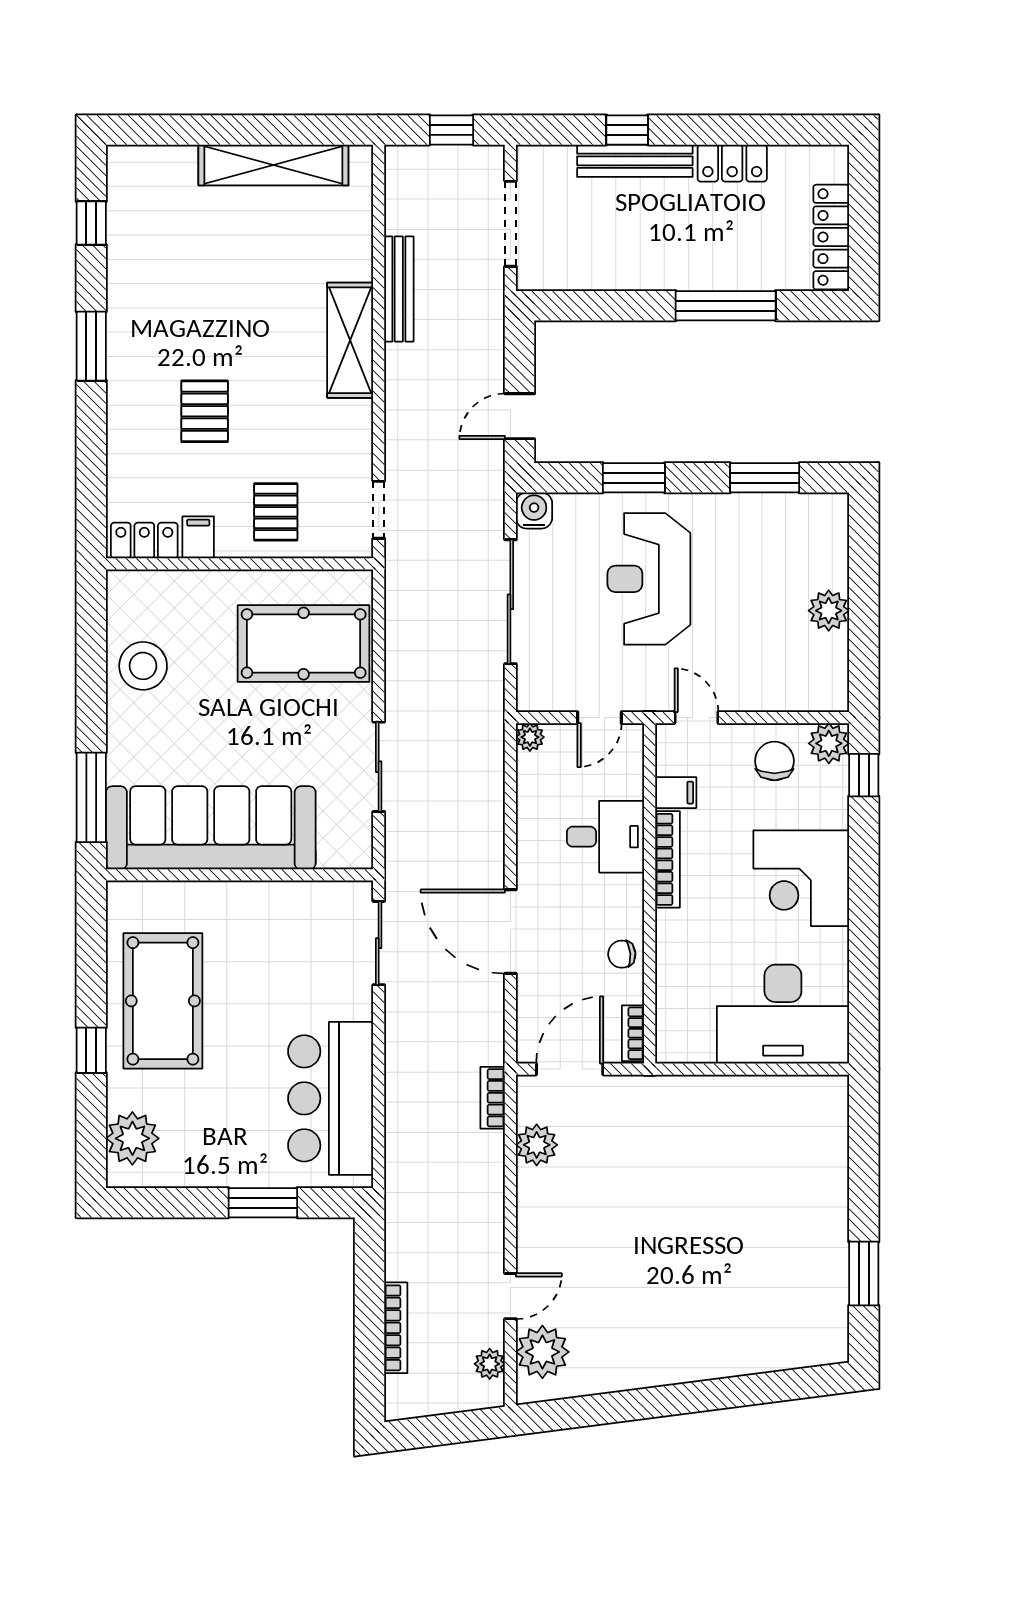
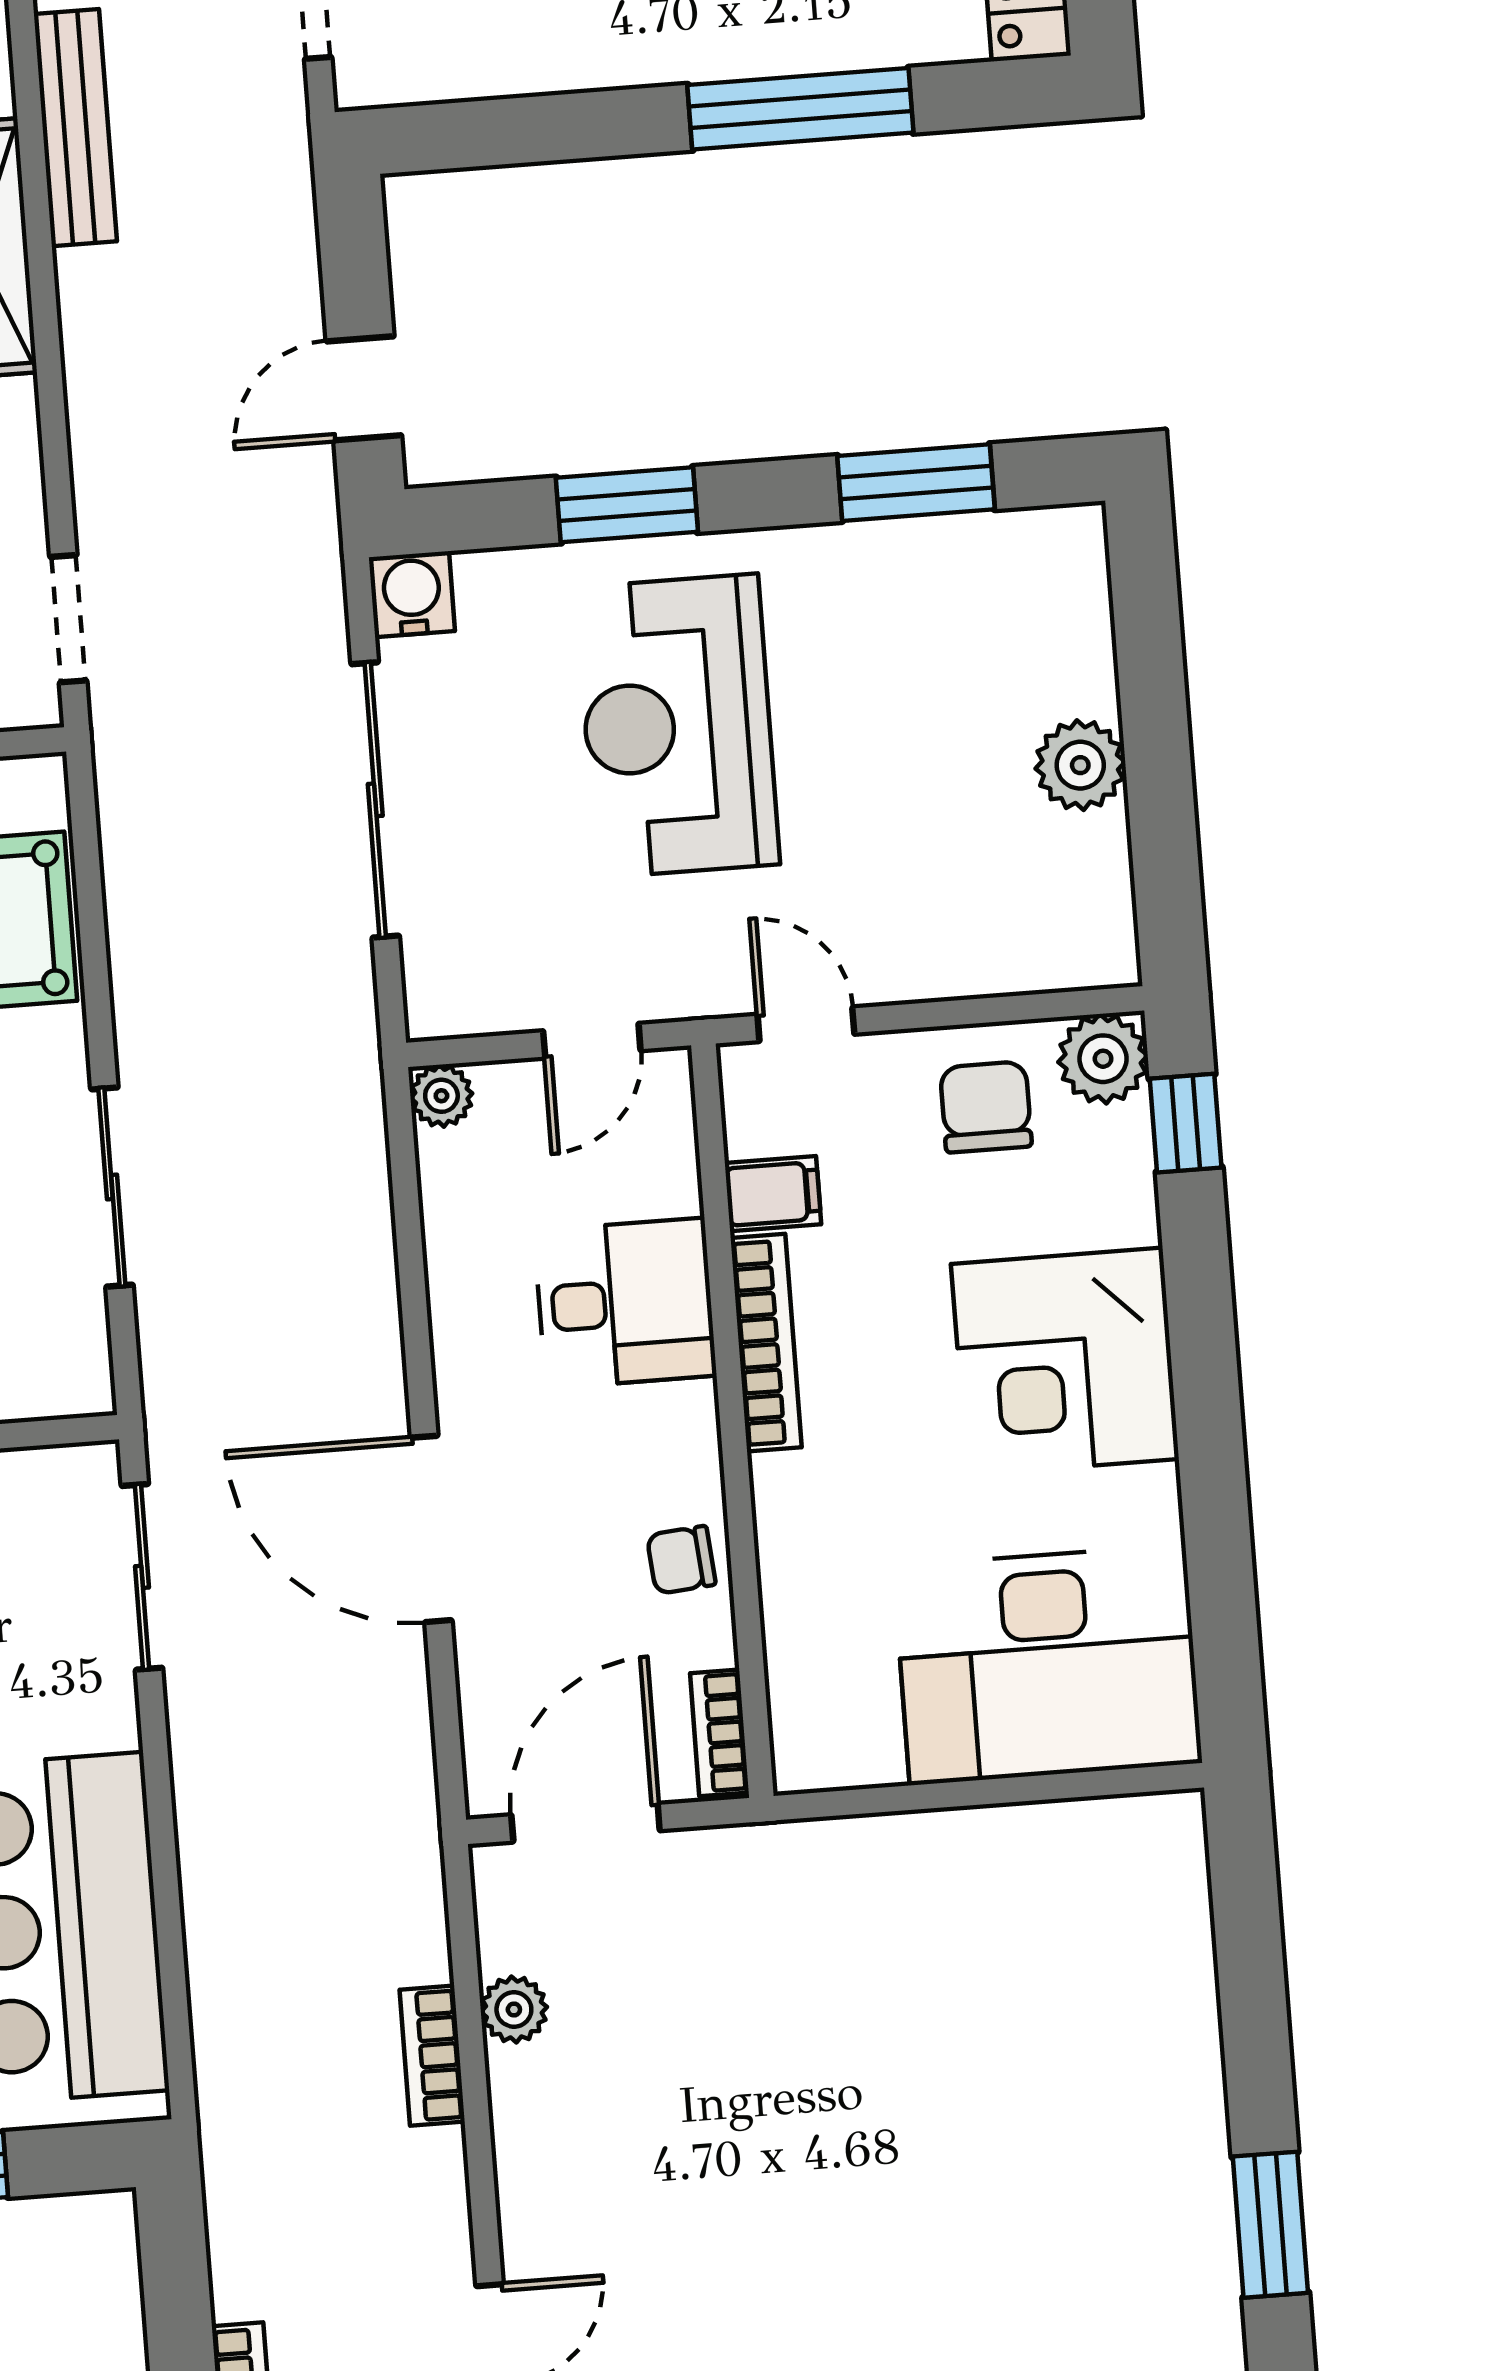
bookcase: (493, 1098) -> (432, 2056), moved
plant: (537, 1145) -> (514, 2009), width x0.73, depth x0.73

